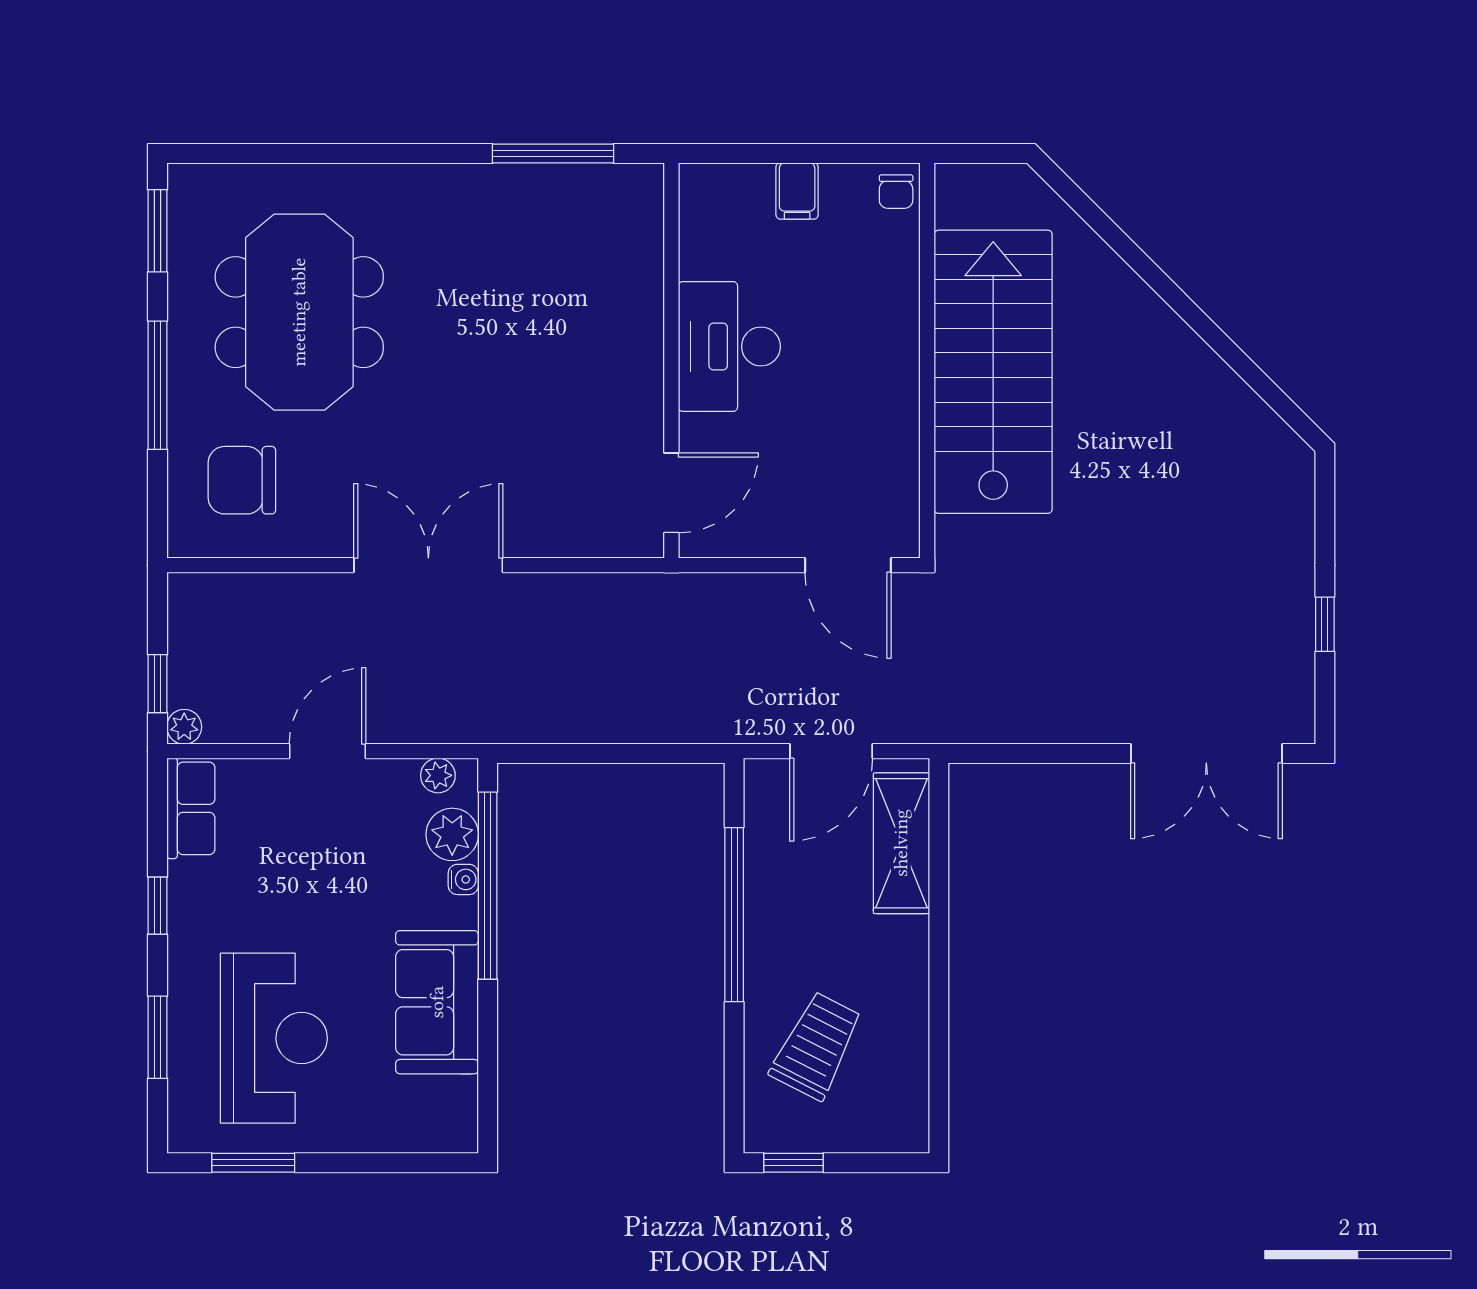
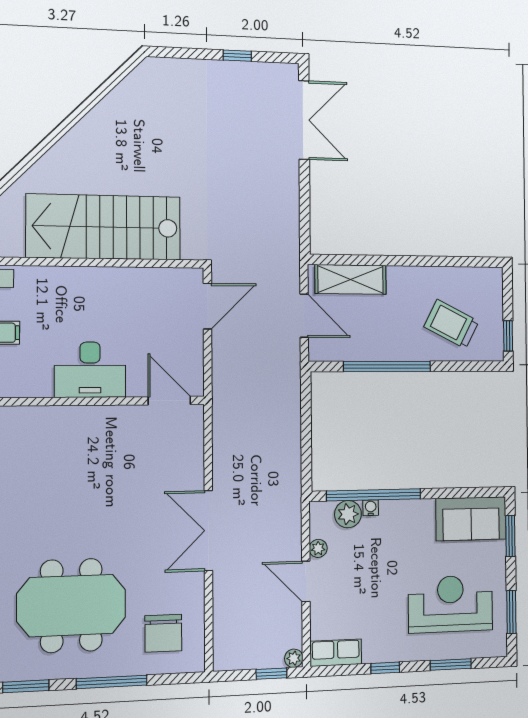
plant: (438, 775) -> (318, 548), moved
sofa: (437, 1002) -> (471, 519), moved
window: (401, 1163) -> (510, 536), added

